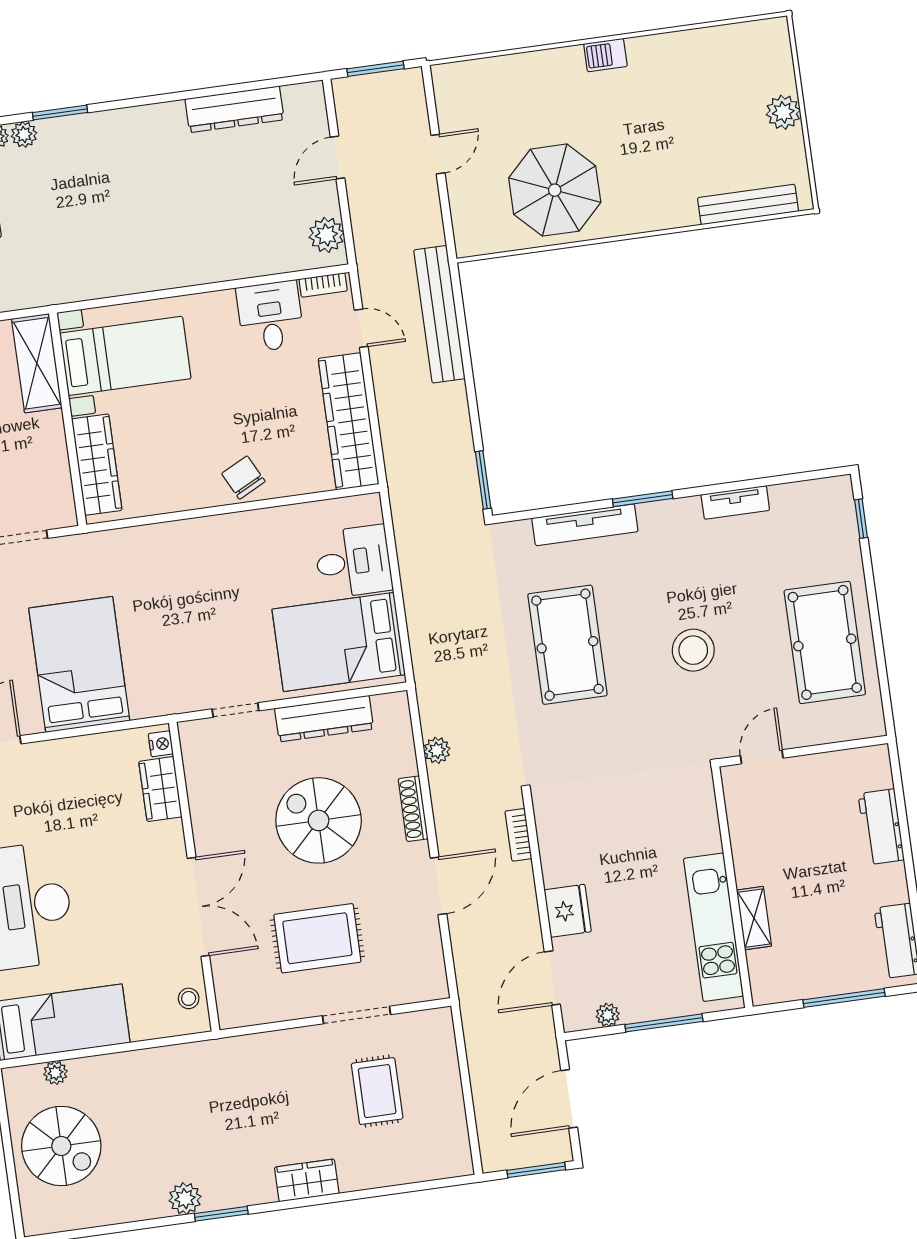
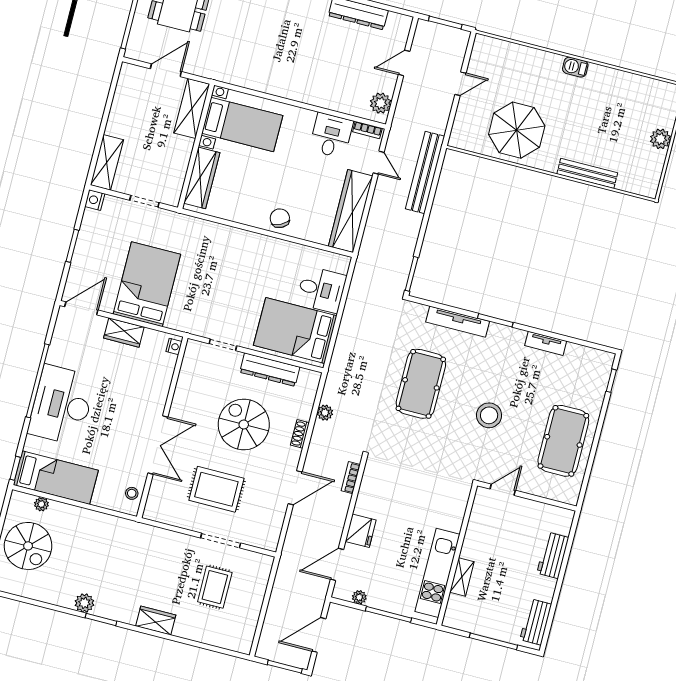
bench: (748, 205) -> (587, 173), moved
wardrobe: (160, 789) -> (124, 333), moved, turned -90
shoe rack: (413, 809) -> (300, 434), width x0.70

